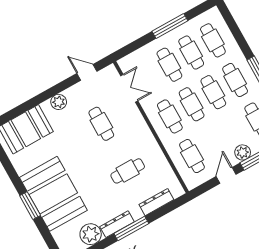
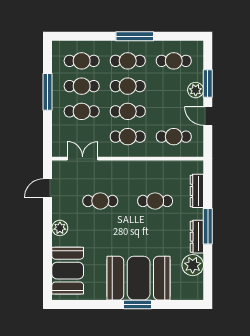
cafe table: (128, 171) -> (155, 201), turned 90

